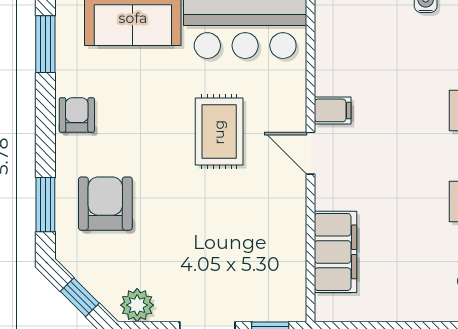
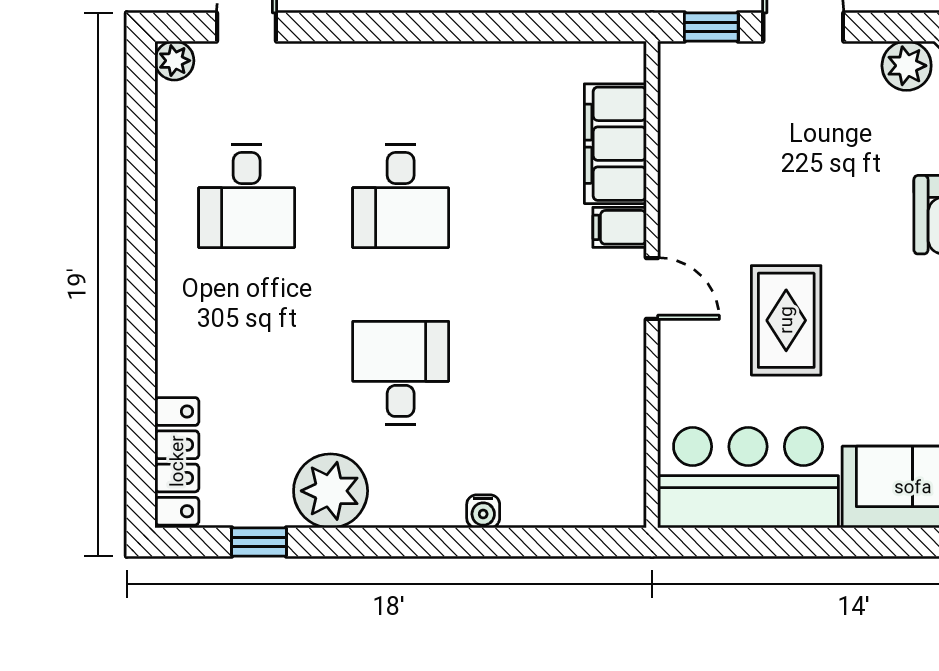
filing cabinet: (333, 110) -> (620, 227), moved

